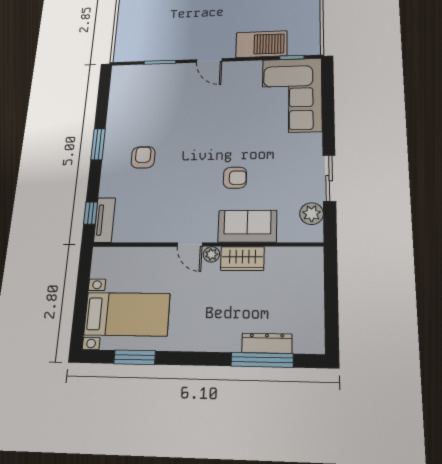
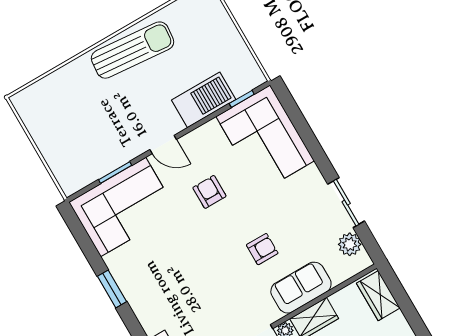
corner sofa: (149, 89) -> (123, 207), added
armchair: (143, 157) -> (209, 192), moved
wardrobe: (311, 271) -> (378, 296), added

